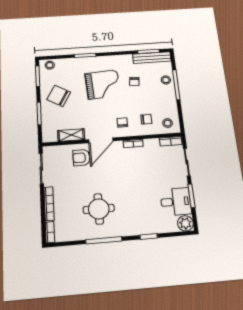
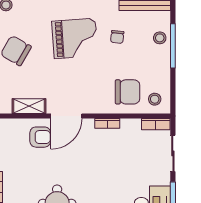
chair: (146, 119) -> (128, 92), width x1.87, depth x1.87
chair: (122, 122) -> (96, 94), removed
armchair: (81, 158) -> (40, 137), turned 180

